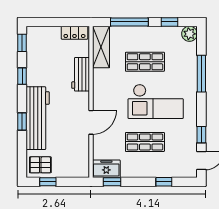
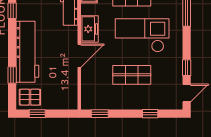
checkout: (156, 101) -> (142, 35), turned 180
window: (22, 122) -> (12, 75), moved
freezer: (106, 169) -> (89, 29), moved, turned 90

